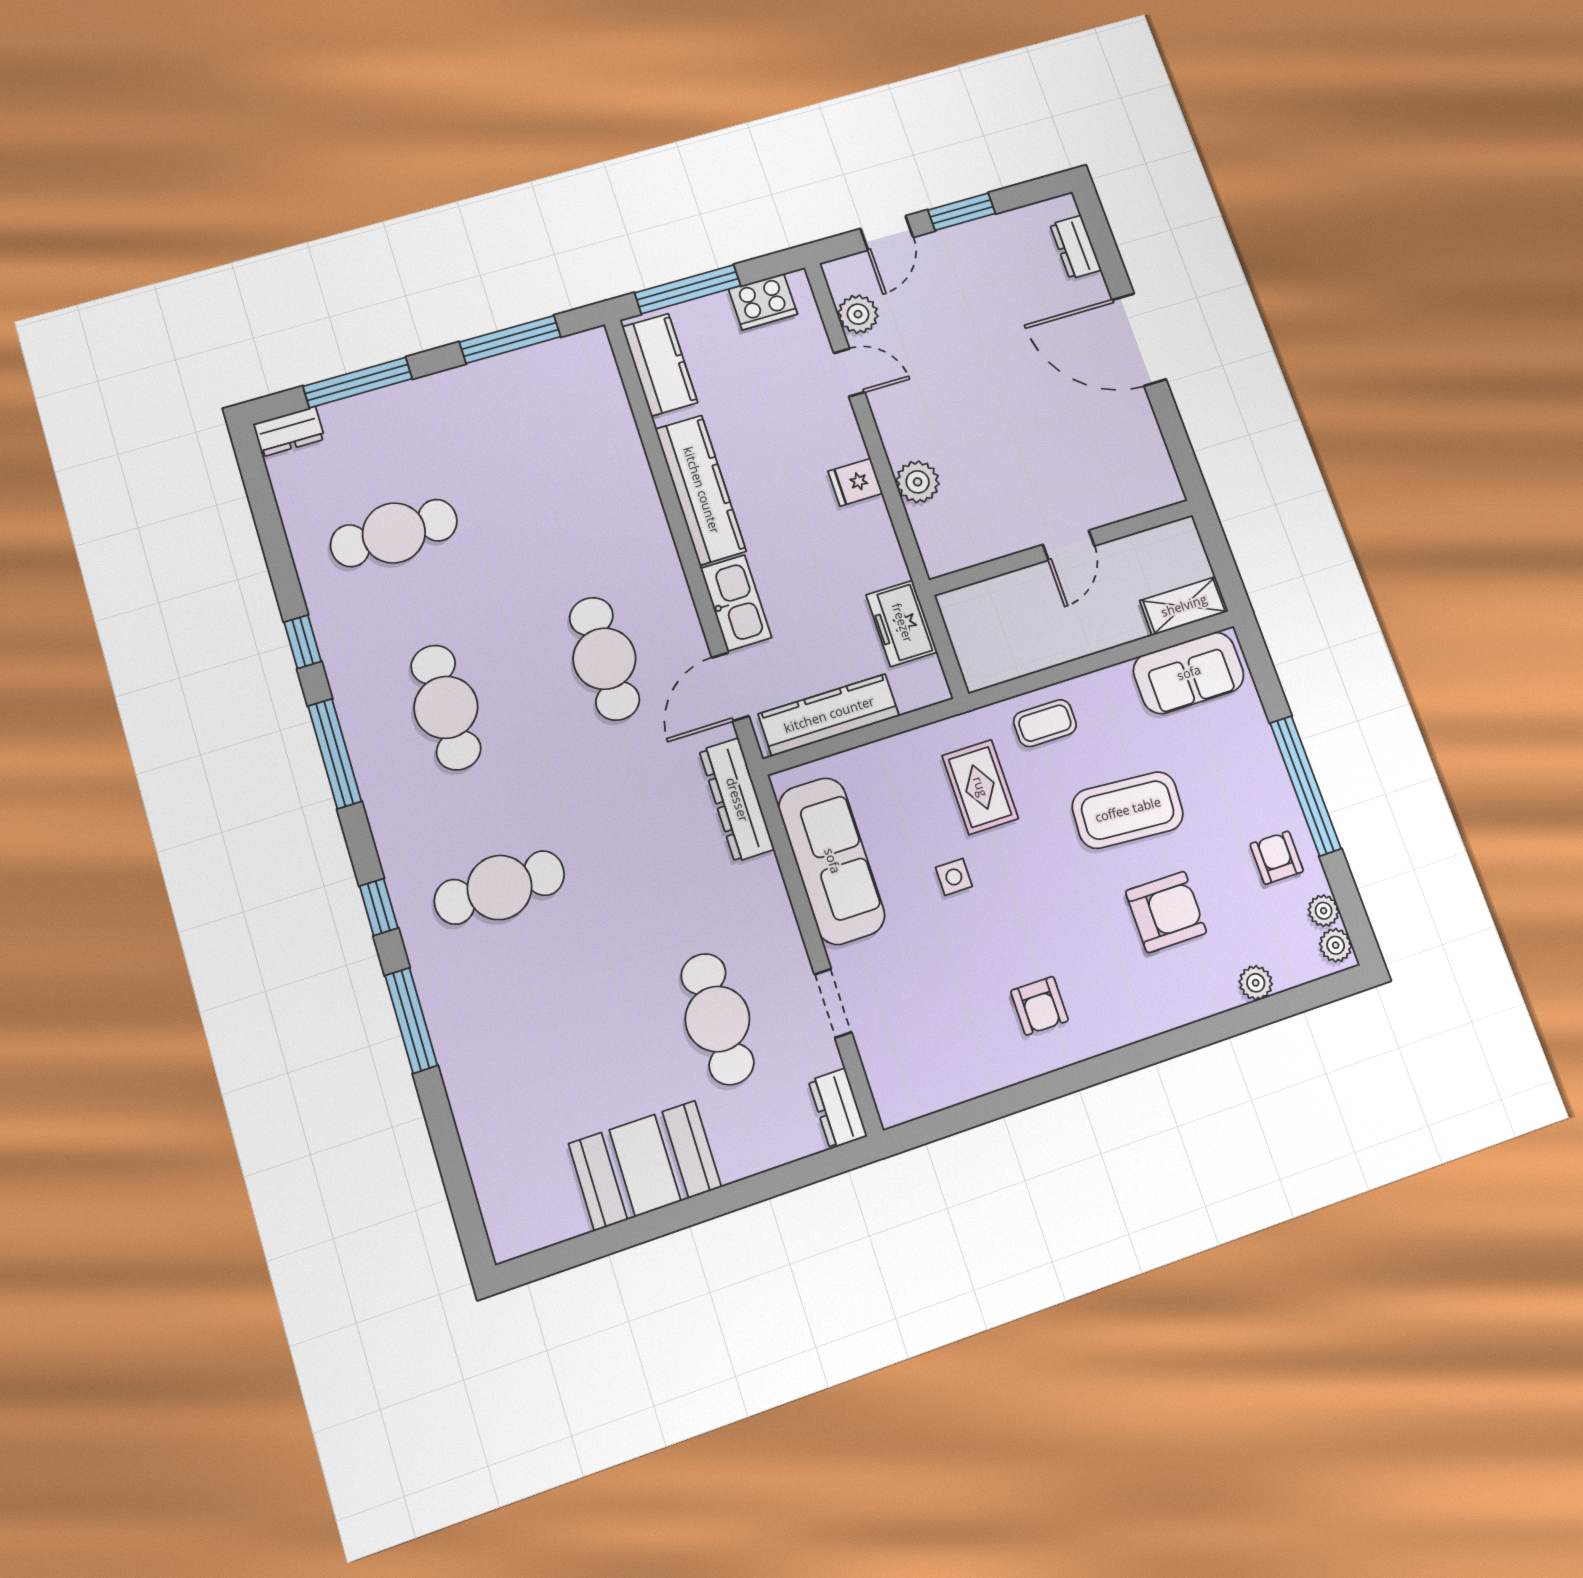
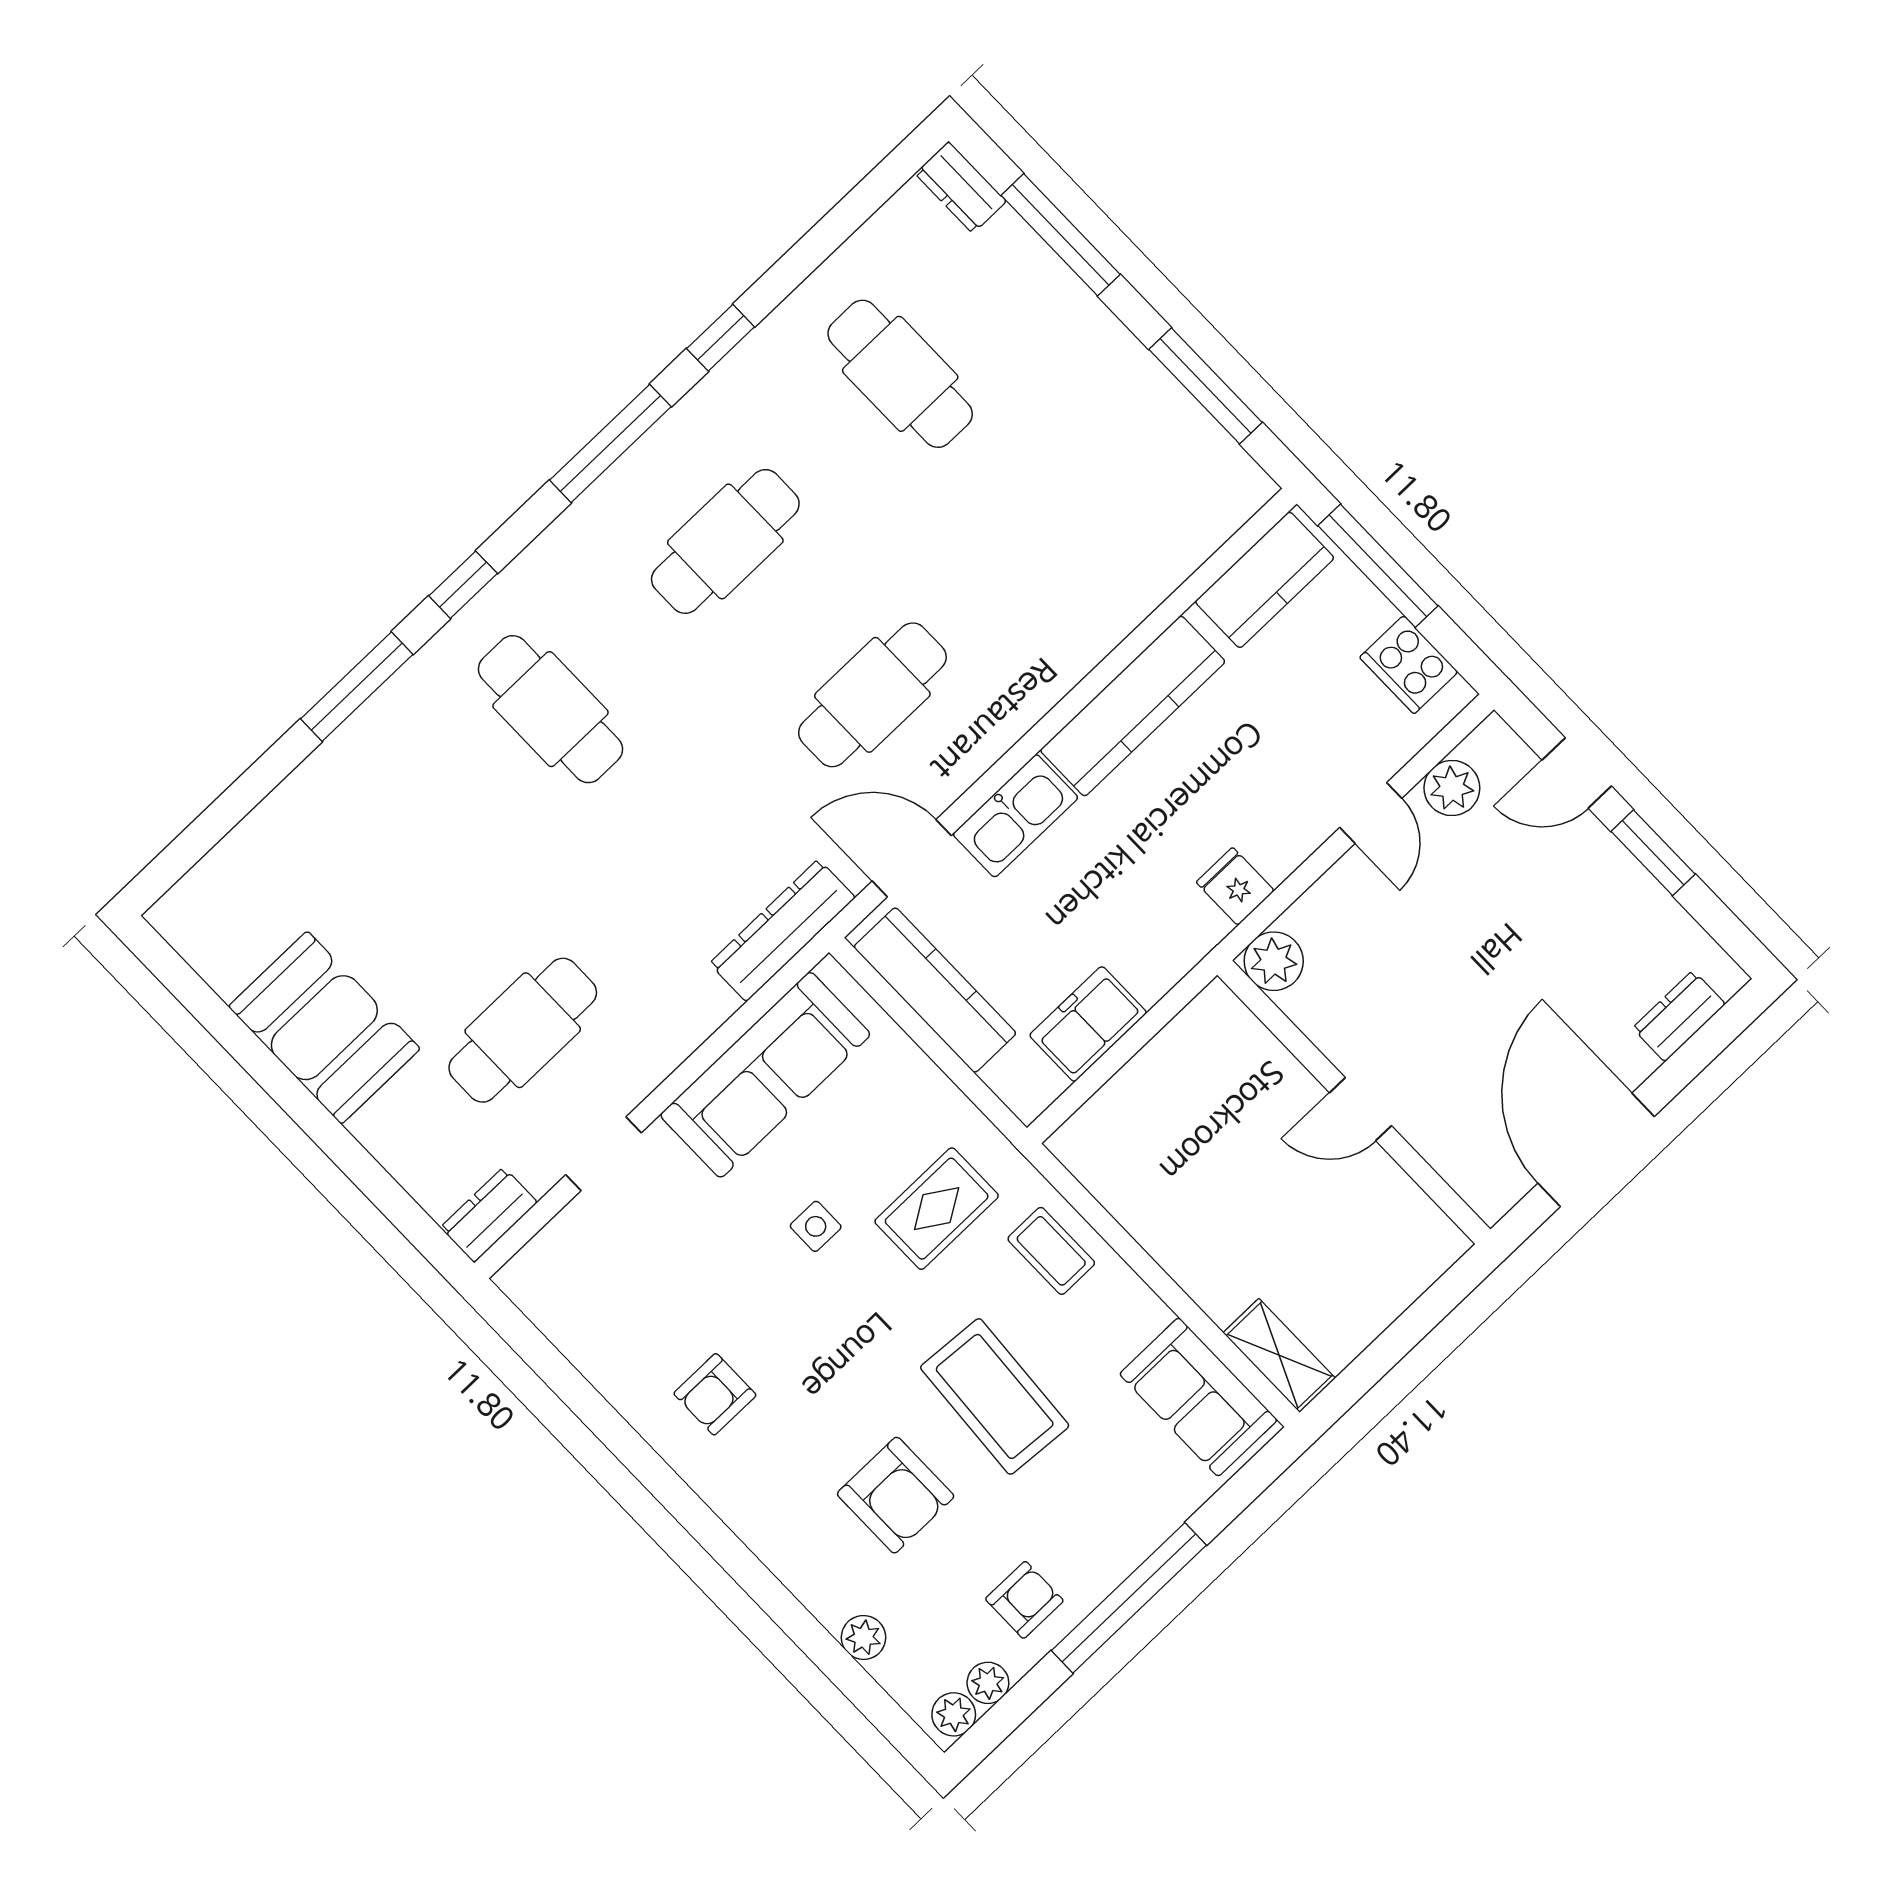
door: (1069, 545) -> (1360, 1109), moved
wall: (1062, 547) -> (1354, 1102), moved

